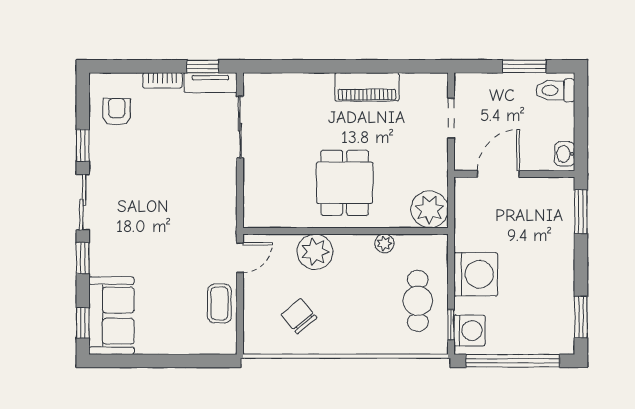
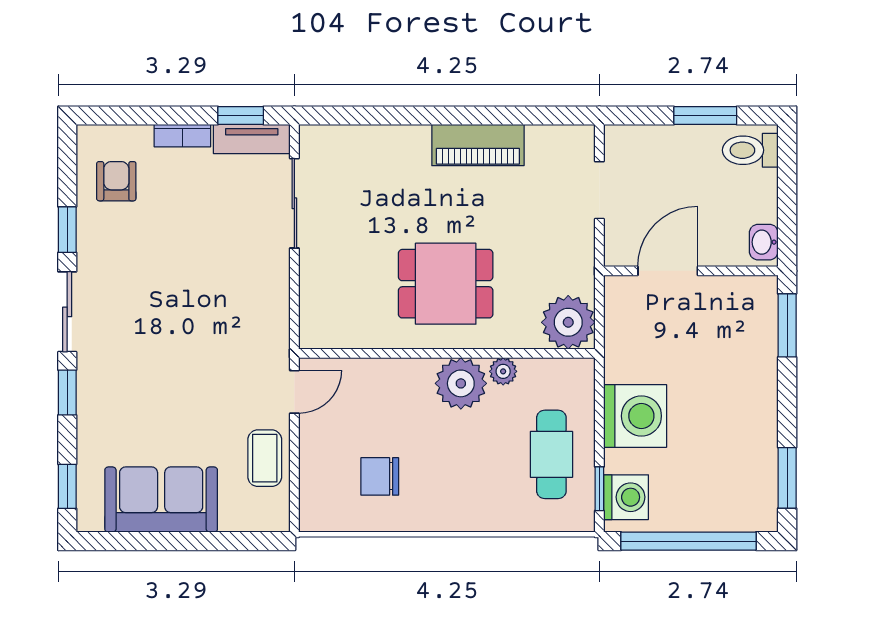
dining table: (345, 183) -> (446, 284), turned 90
plant: (315, 252) -> (461, 383), moved
sofa: (111, 316) -> (161, 500), moved, turned -90
chair: (299, 316) -> (380, 476), turned -50

